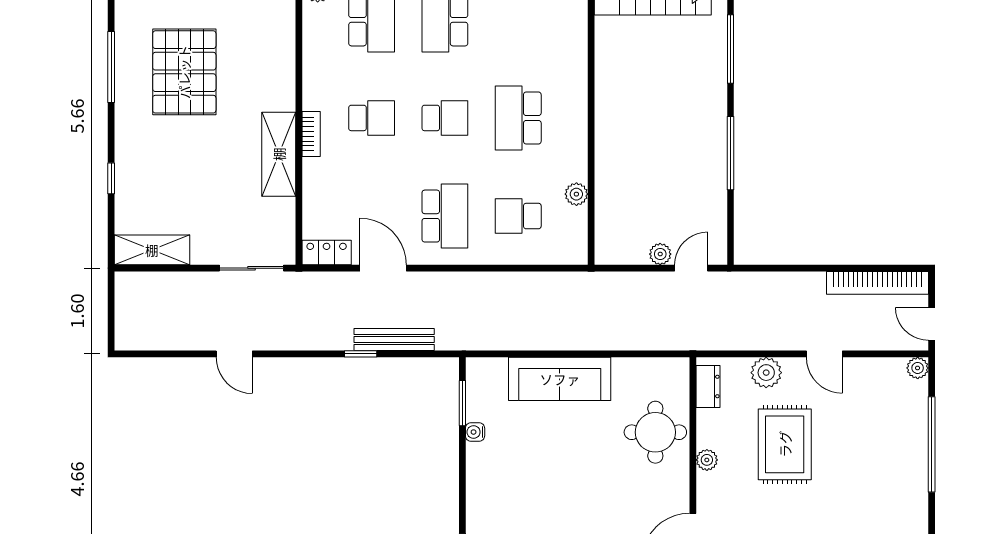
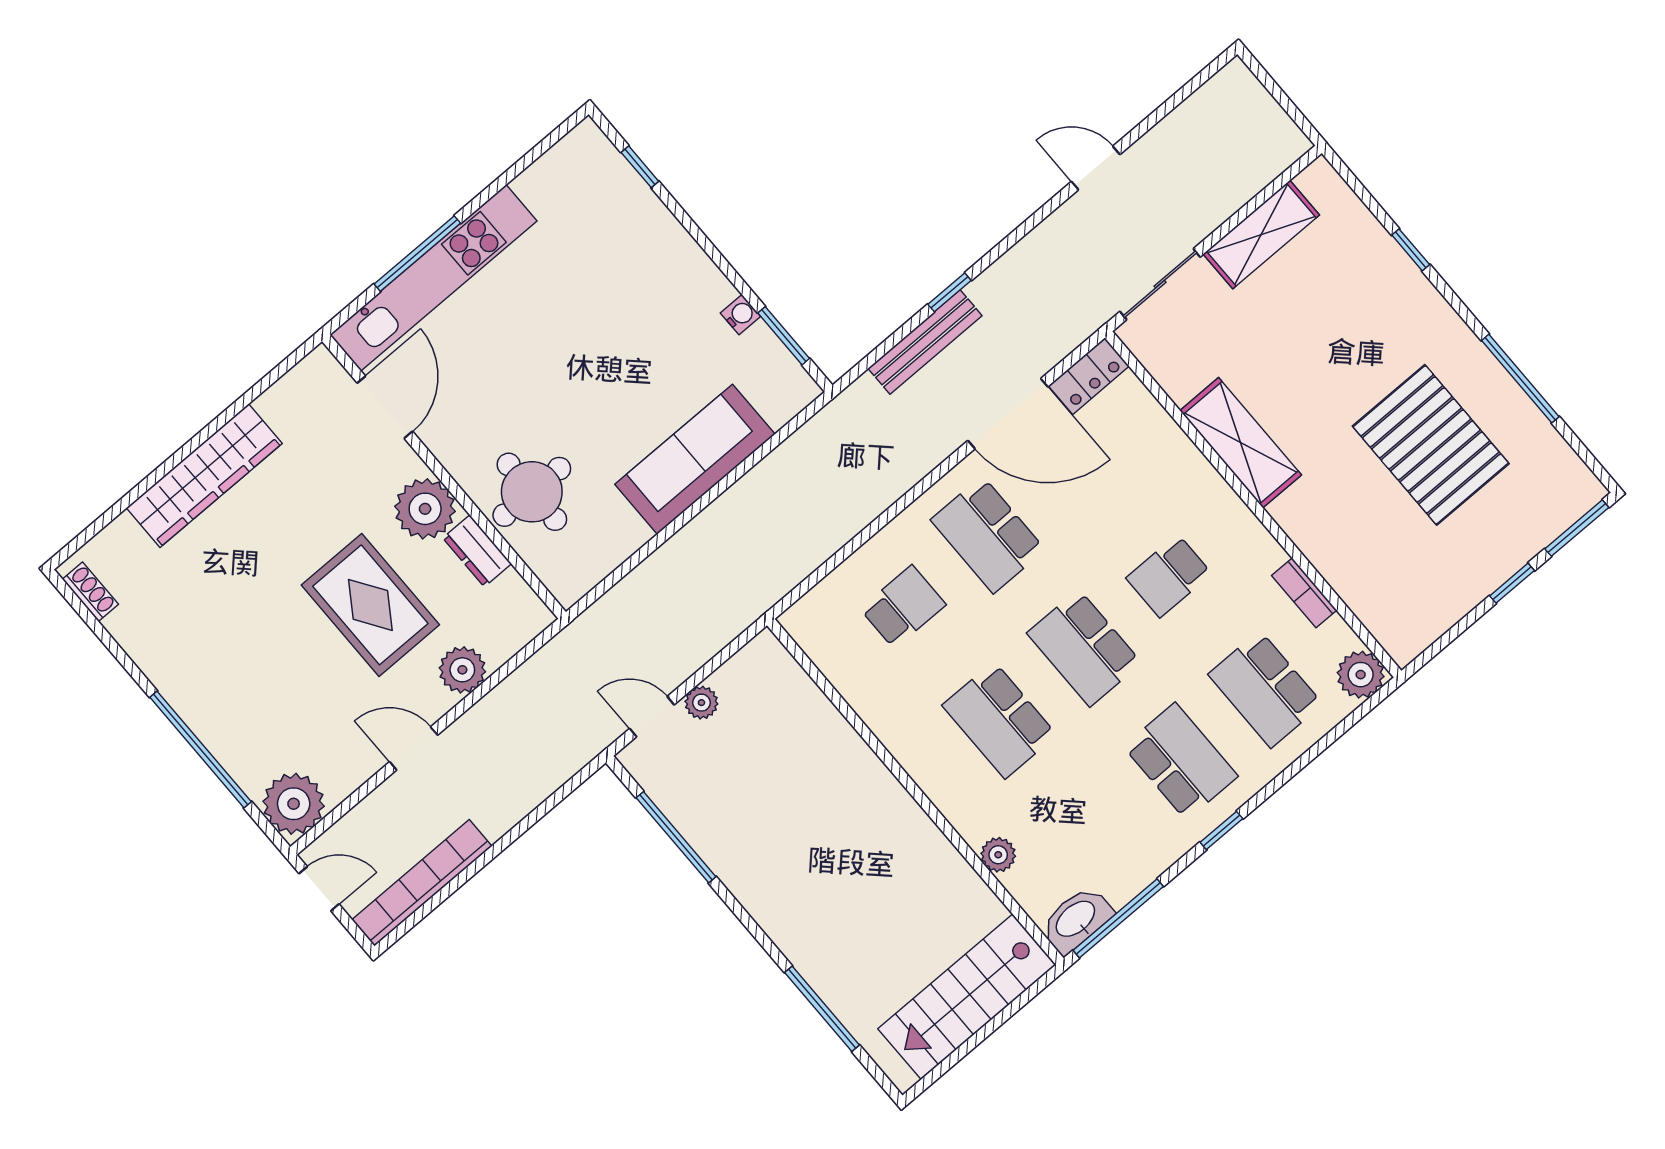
school desk: (445, 118) -> (1084, 648), width x1.85
school desk: (518, 118) -> (999, 720), turned 180
bookcase: (311, 134) -> (1304, 593), moved
window: (730, 153) -> (676, 837), moved
plant: (576, 194) -> (998, 855), moved
shelving: (152, 250) -> (1261, 234), moved
door: (383, 268) -> (1008, 414), width x1.36
door: (691, 268) -> (652, 717), swing flipped
plant: (918, 368) -> (294, 804), width x1.87, depth x1.87
dresser: (708, 386) -> (477, 551), moved
plant: (707, 460) -> (425, 509), width x1.88, depth x1.88

